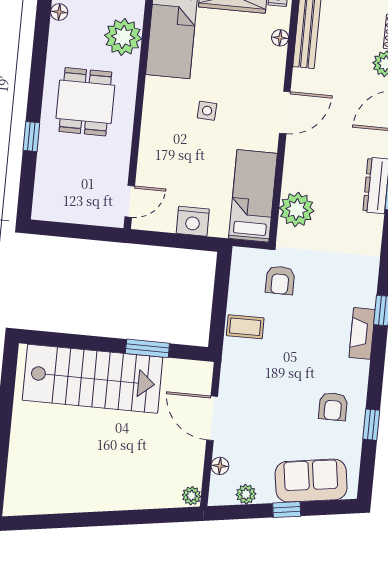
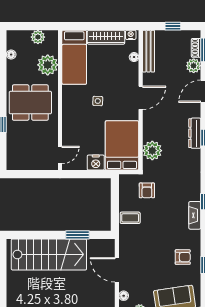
dining table: (85, 102) -> (30, 103), width x1.38
bed: (253, 196) -> (122, 145), width x1.50
armchair: (333, 407) -> (183, 257), turned -90

